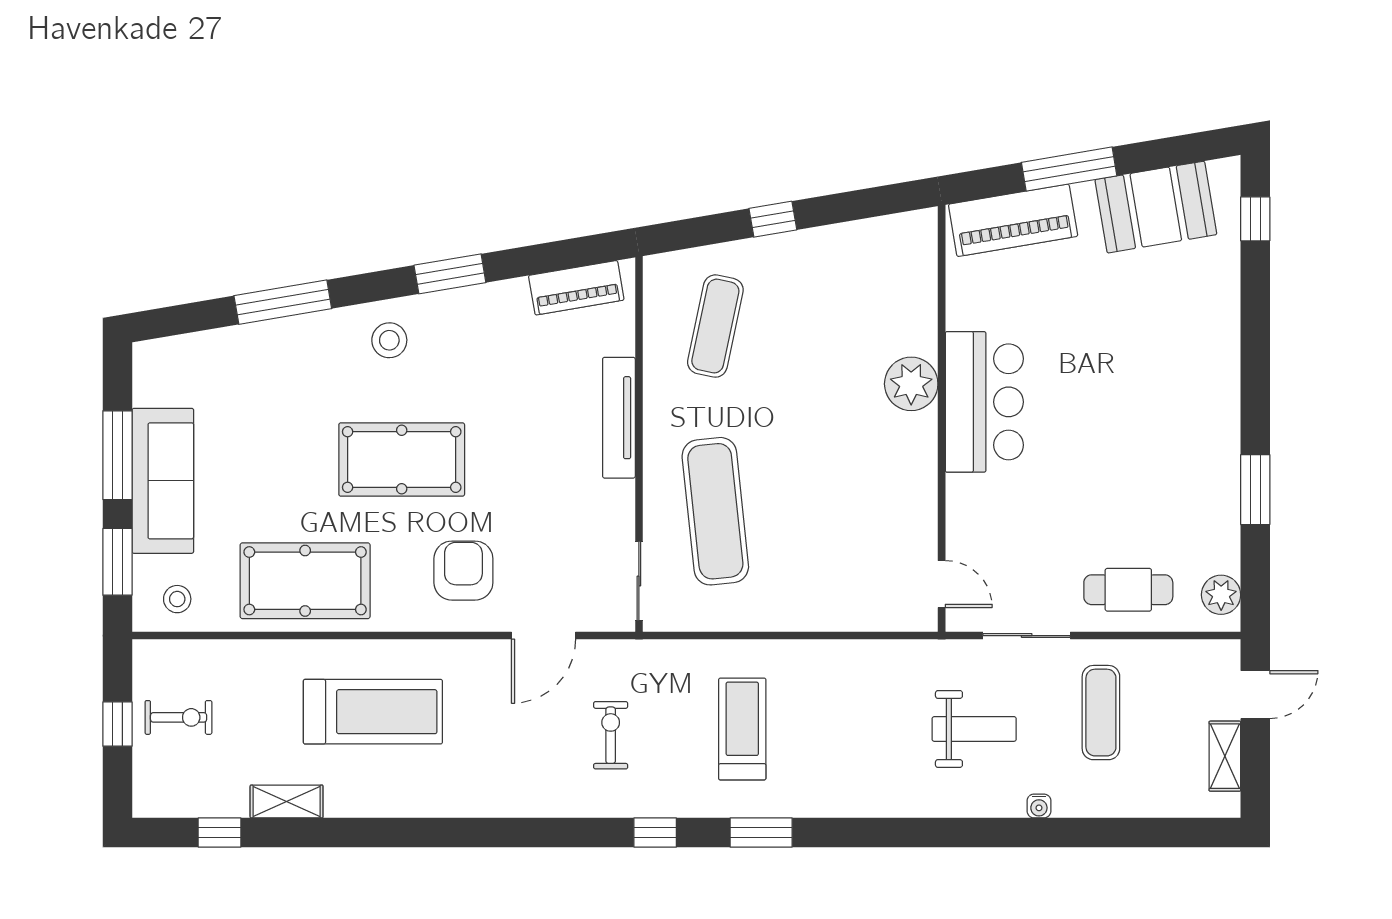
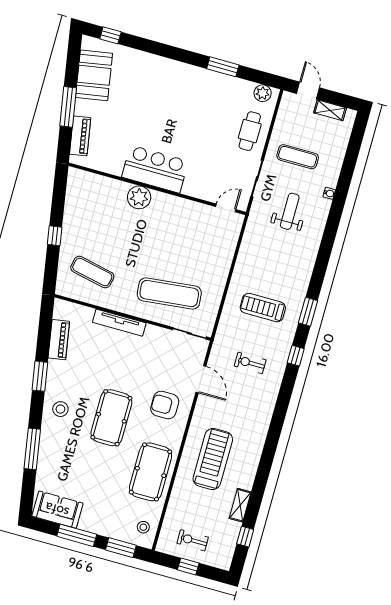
piano: (1013, 220) -> (80, 136), width x0.73, depth x0.75
piano: (576, 288) -> (59, 340), moved
sofa: (163, 481) -> (57, 510), moved, width x0.73
exercise bike: (179, 717) -> (193, 540), turned -90

